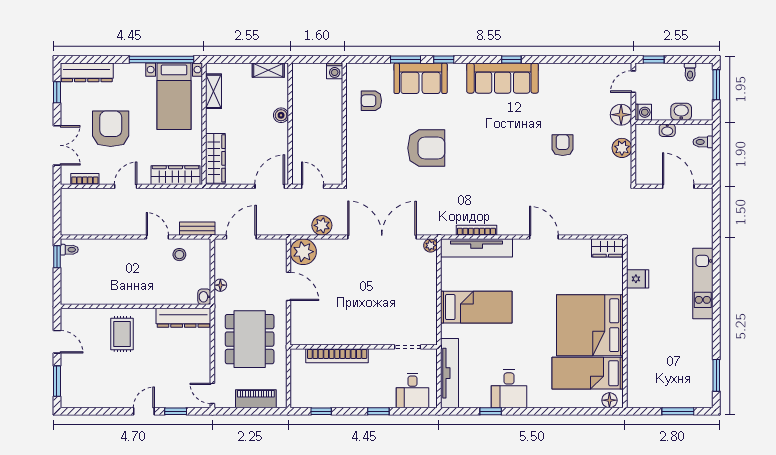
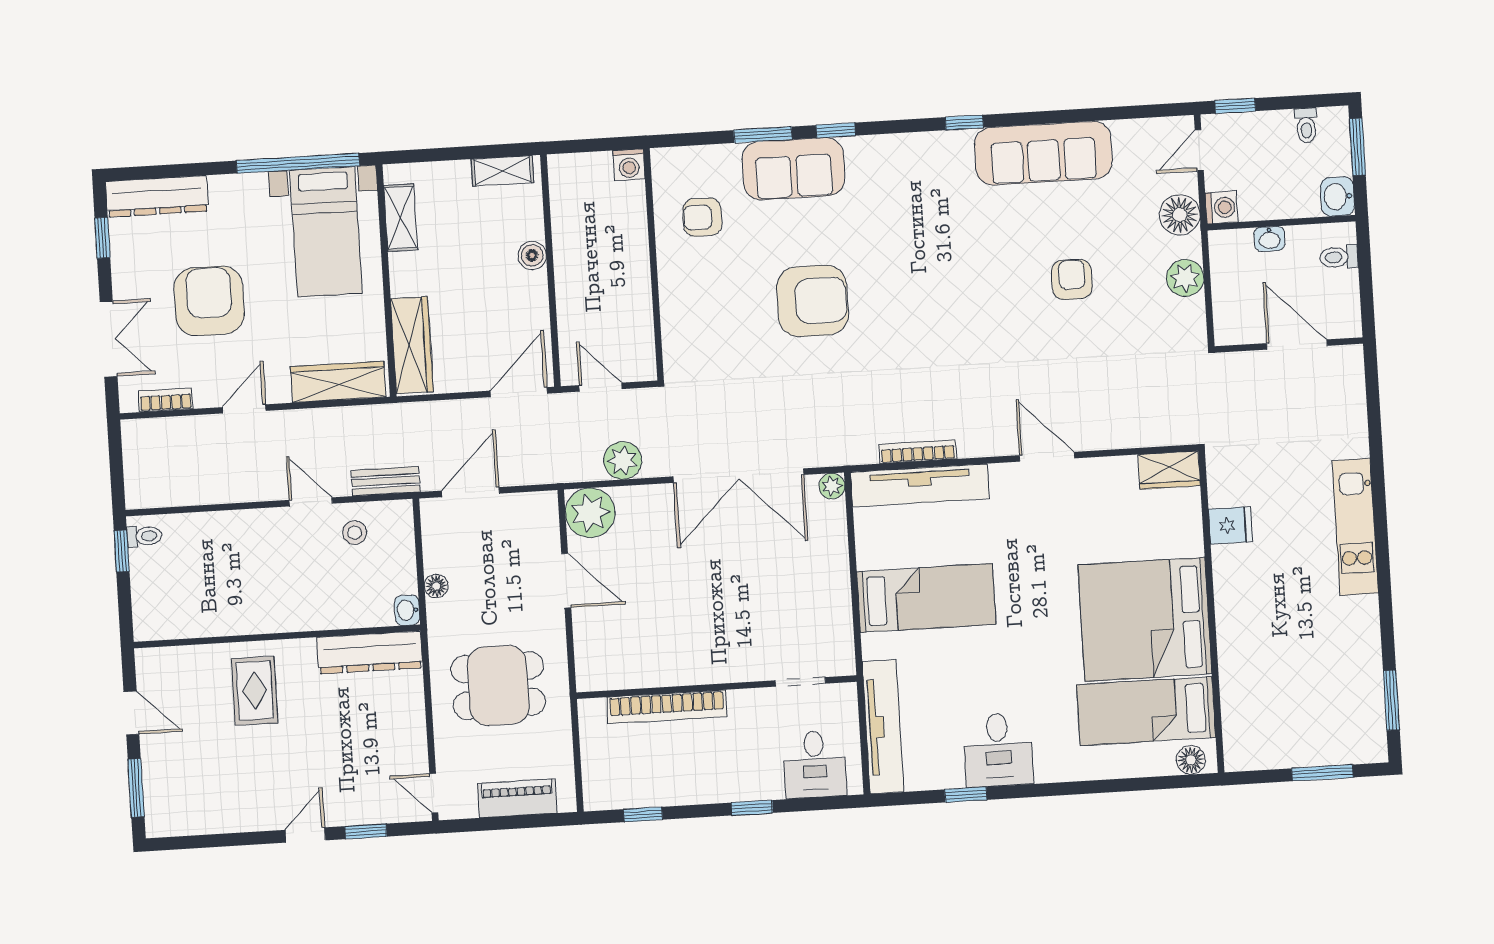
sofa: (503, 78) -> (1043, 153), moved
washbasin: (681, 112) -> (1337, 196), moved, turned -90
double door: (382, 237) -> (739, 476), swing flipped
dining table: (250, 339) -> (498, 685), width x0.73

